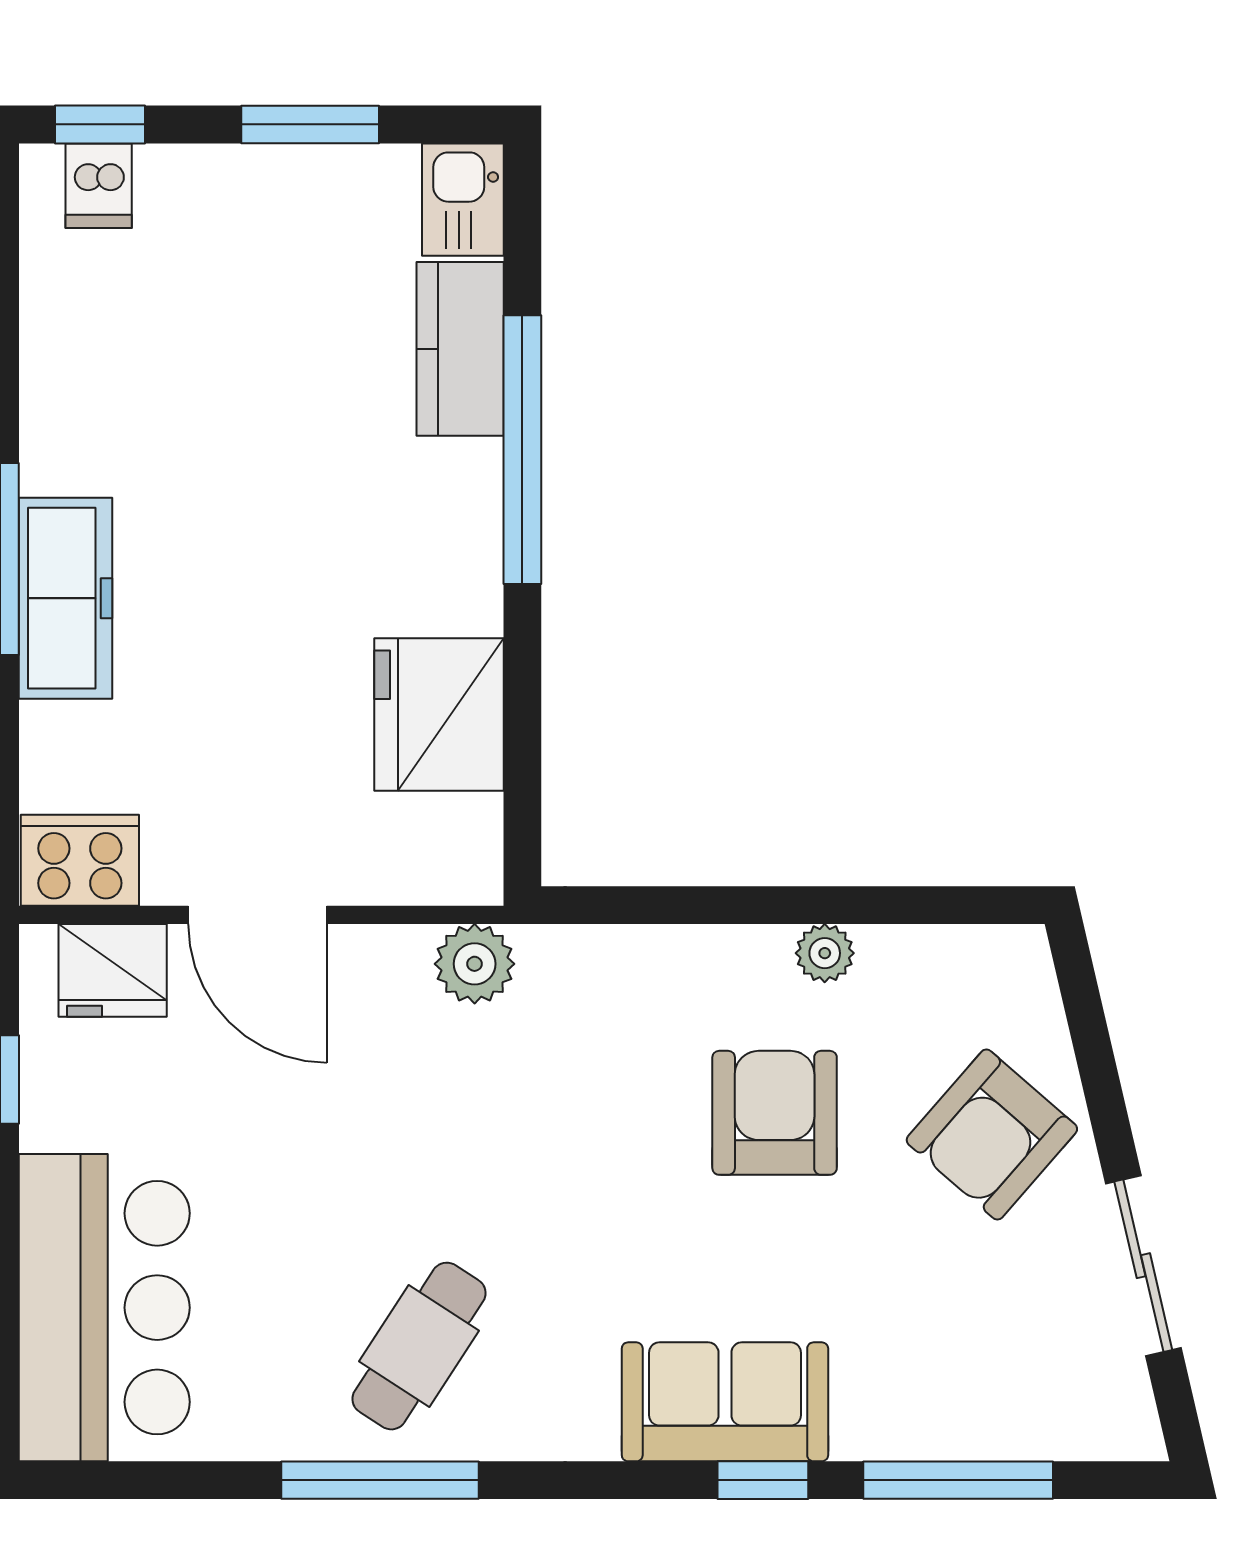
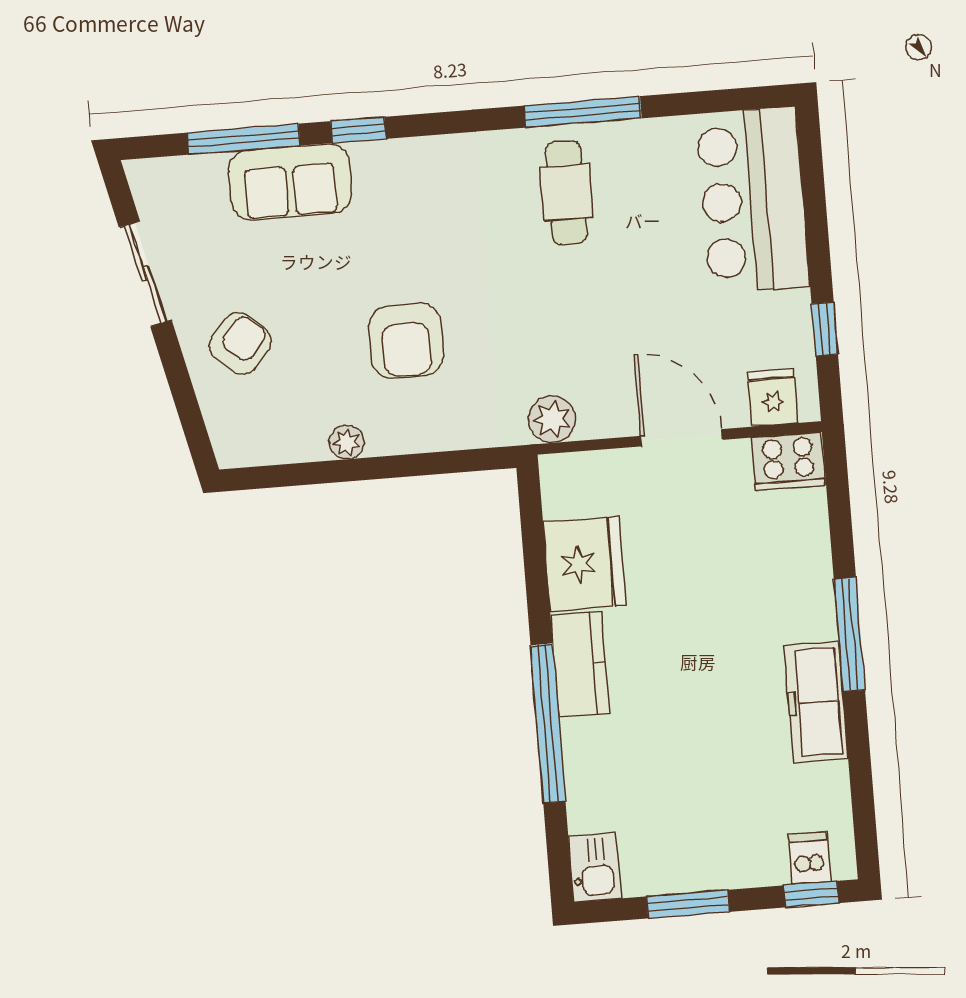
kitchen counter: (460, 349) -> (580, 664), moved
freezer: (65, 598) -> (816, 702), moved
fridge: (113, 970) -> (773, 398), width x0.72
armchair: (775, 1113) -> (406, 341), moved
armchair: (992, 1135) -> (240, 344), width x0.72, depth x0.72
cafe table: (419, 1346) -> (566, 192), turned -33
sofa: (725, 1402) -> (290, 182), moved

